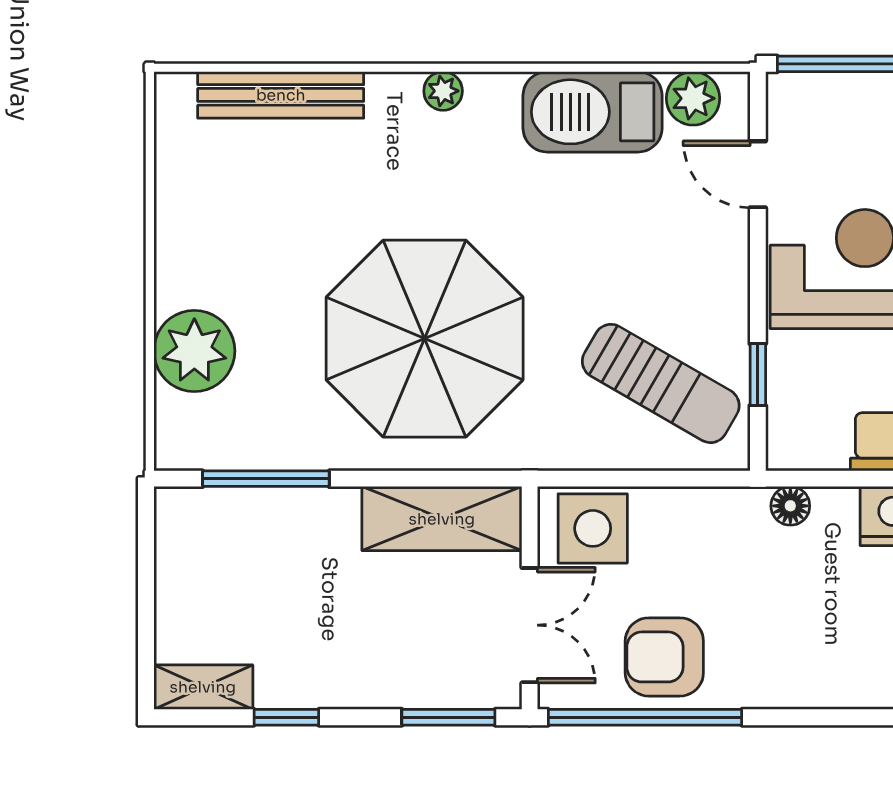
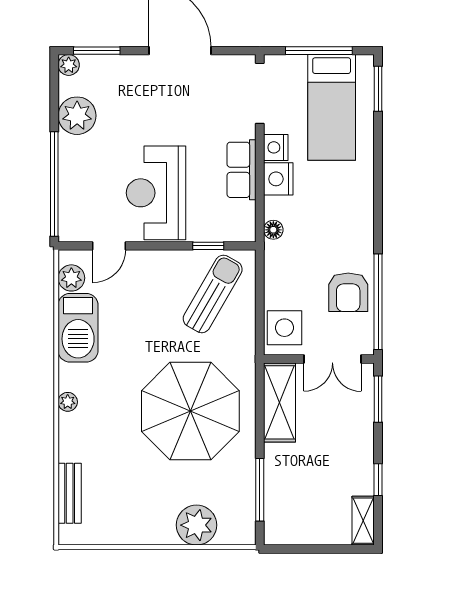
bench: (281, 95) -> (70, 493), width x0.73
double door: (530, 625) -> (332, 359), swing flipped

